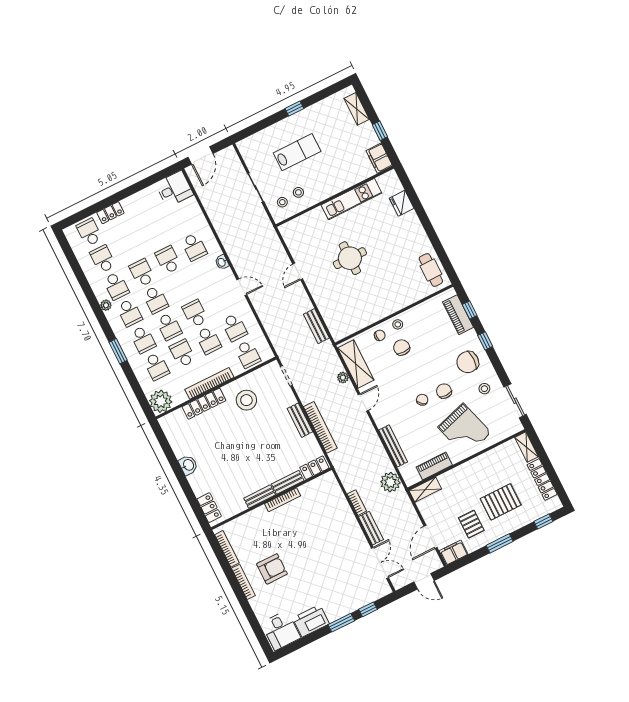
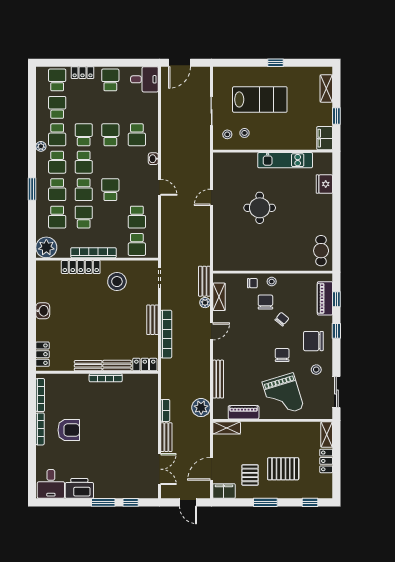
lab bench: (297, 152) -> (260, 99), width x1.36, depth x1.39
bench: (316, 326) -> (204, 281), moved
school desk: (208, 340) -> (110, 80), moved, turned 180
shelving: (356, 364) -> (219, 297), width x0.67, depth x0.75
chair: (422, 400) -> (282, 319), moved
locker: (542, 480) -> (326, 461), width x0.66

